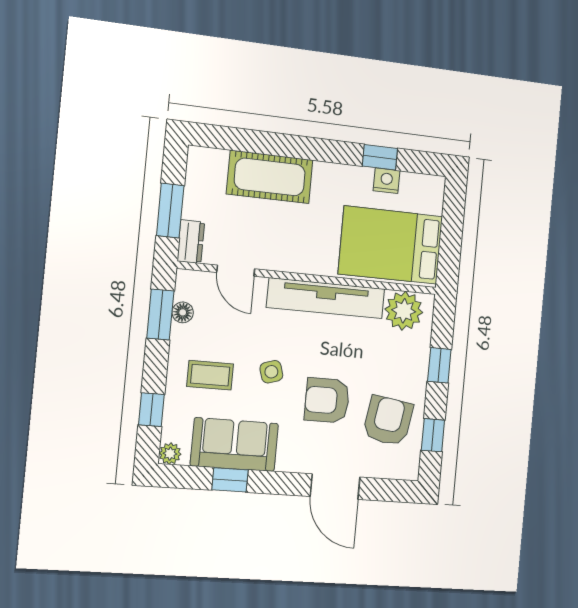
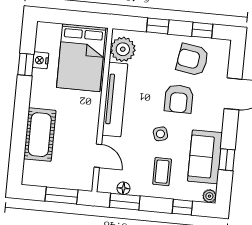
dresser: (191, 242) -> (80, 183), removed
door: (236, 271) -> (98, 156), hinge flipped

